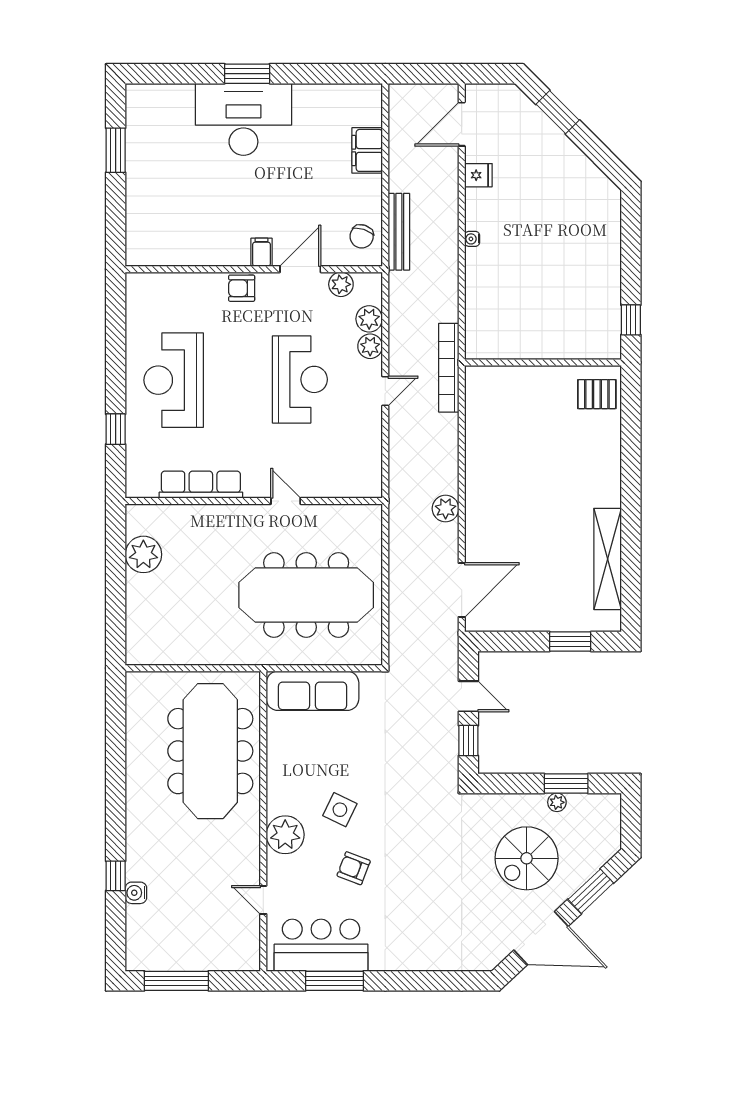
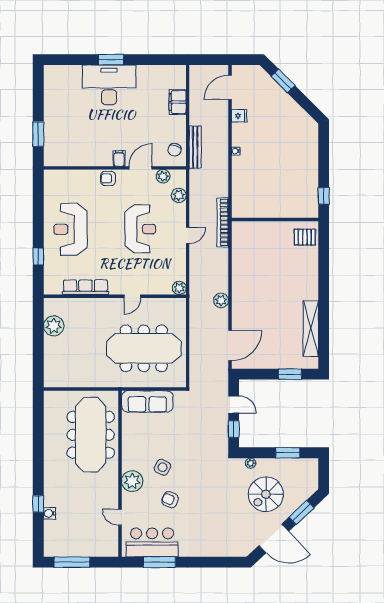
window: (116, 150) -> (38, 134), moved
plant: (370, 346) -> (179, 288), moved
door: (286, 501) -> (132, 296), swing flipped
plant: (557, 802) -> (251, 463), moved

